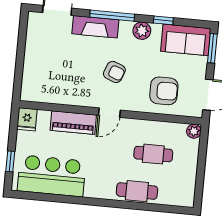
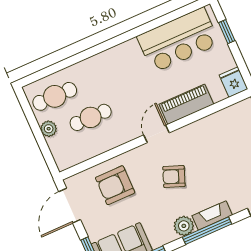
fireplace: (95, 27) -> (212, 215), width x0.73, depth x0.76
plant: (142, 31) -> (184, 226), moved
plant: (194, 131) -> (49, 129), moved
cafe table: (137, 191) -> (55, 96), moved

